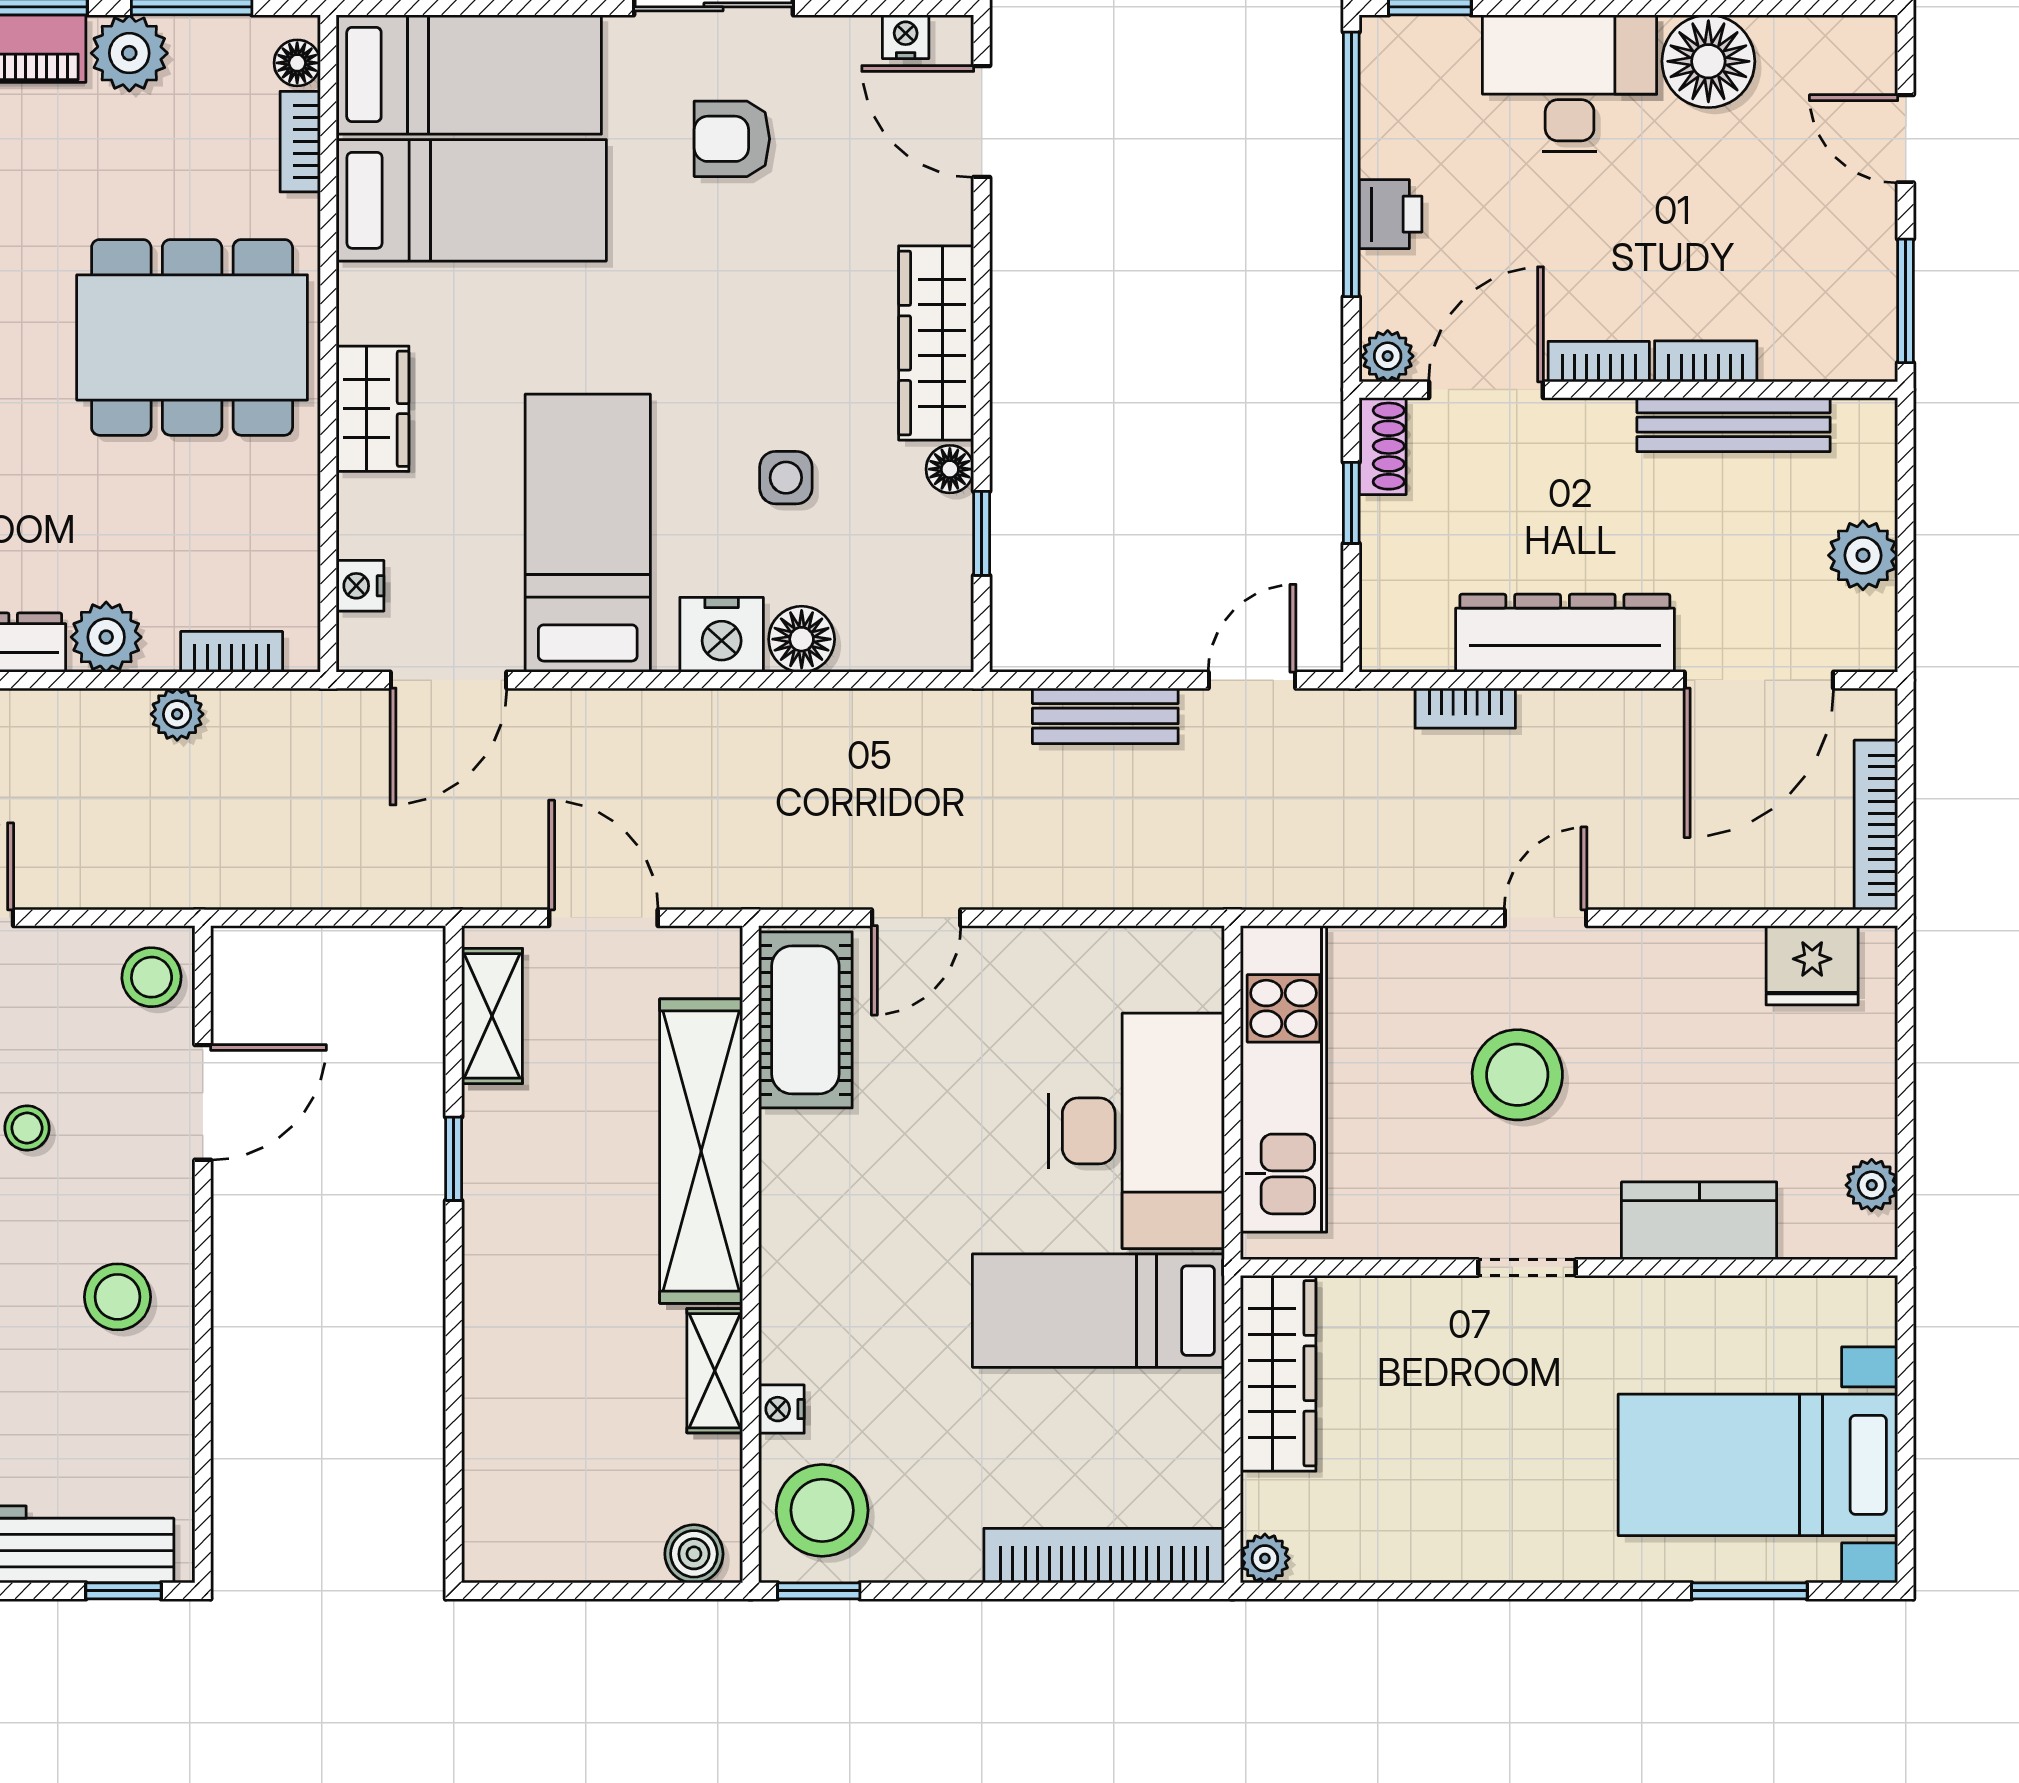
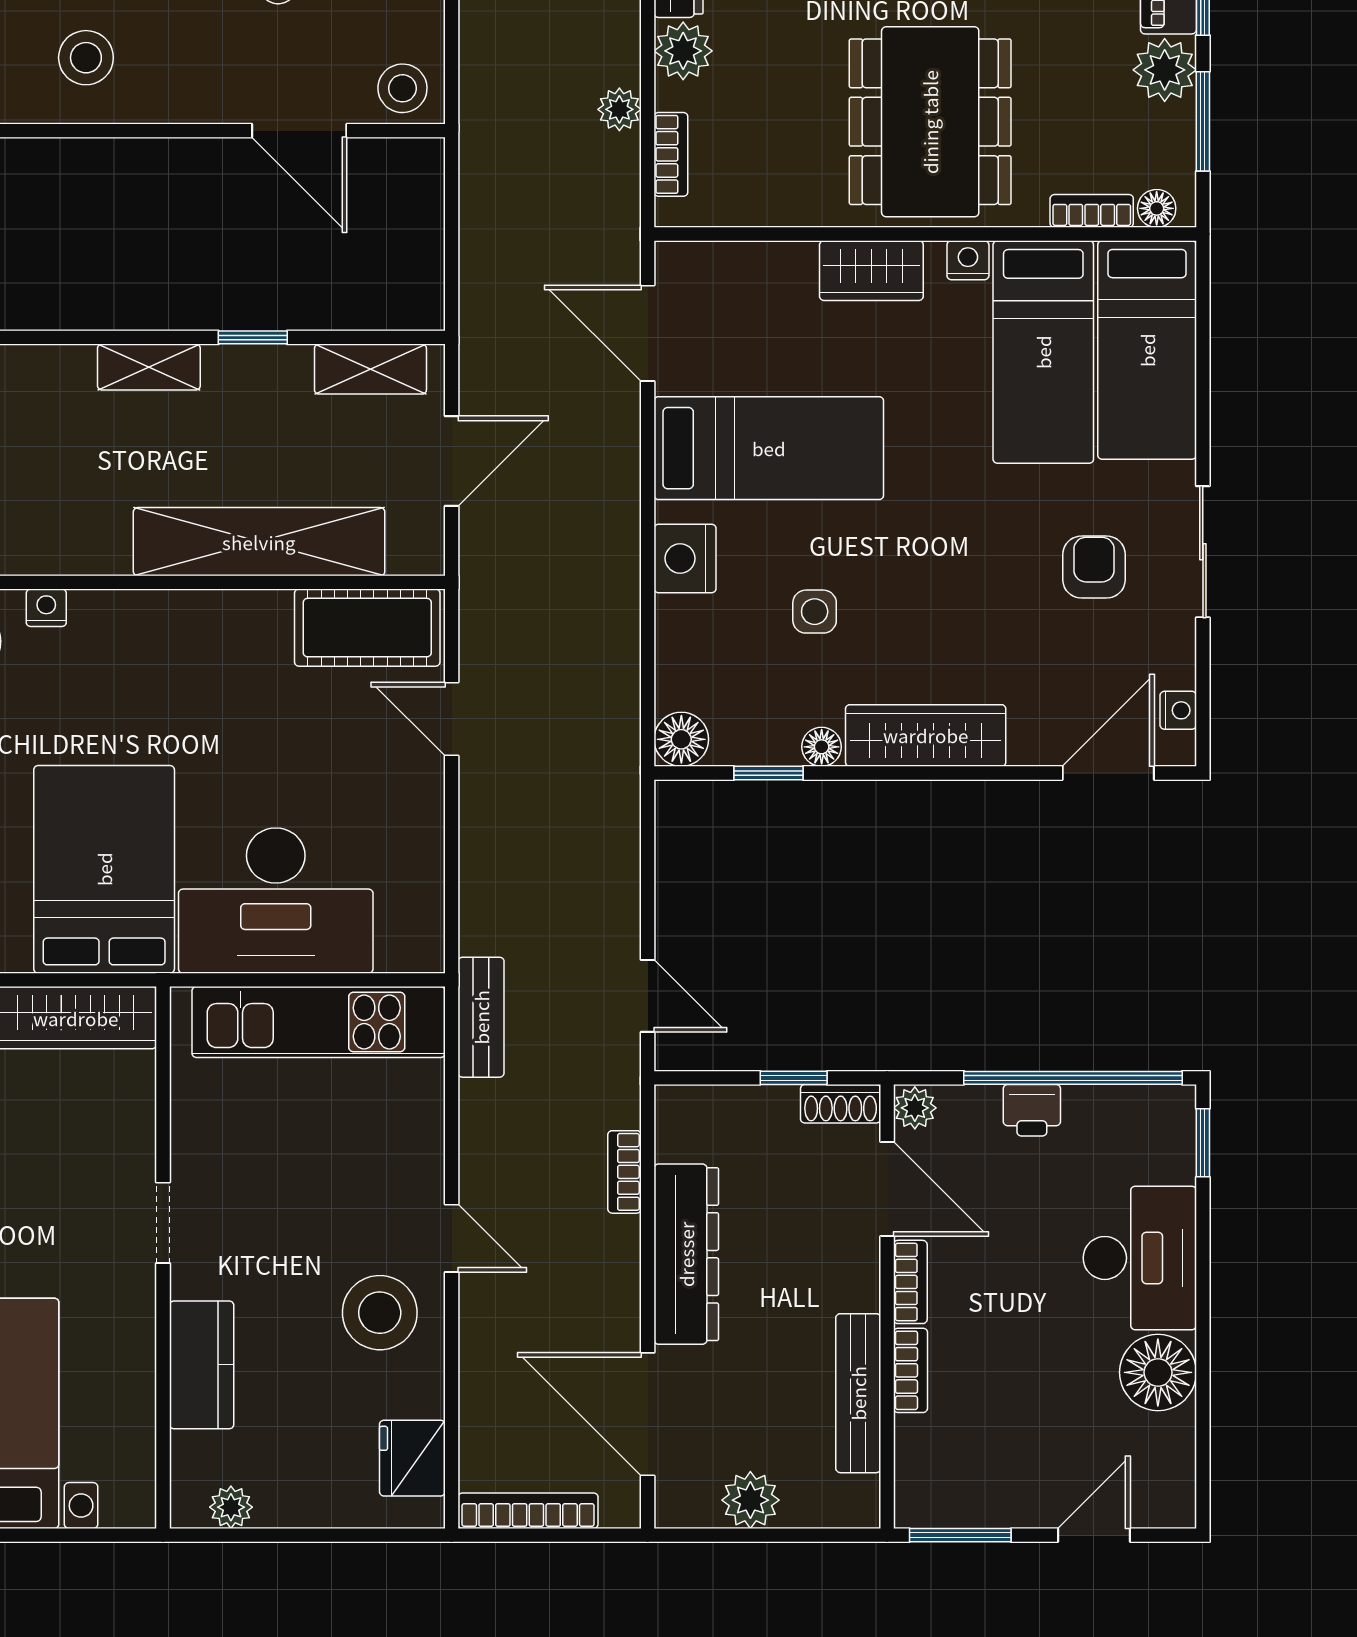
nightstand: (360, 586) -> (968, 260), moved
floor lamp: (802, 639) -> (681, 739), moved
bench: (1105, 716) -> (481, 1017), moved
stool: (1517, 1075) -> (380, 1313), moved
stool: (118, 1297) -> (86, 58), moved
bed: (1098, 1311) -> (104, 869), width x1.50
shelving: (715, 1371) -> (149, 367), moved

